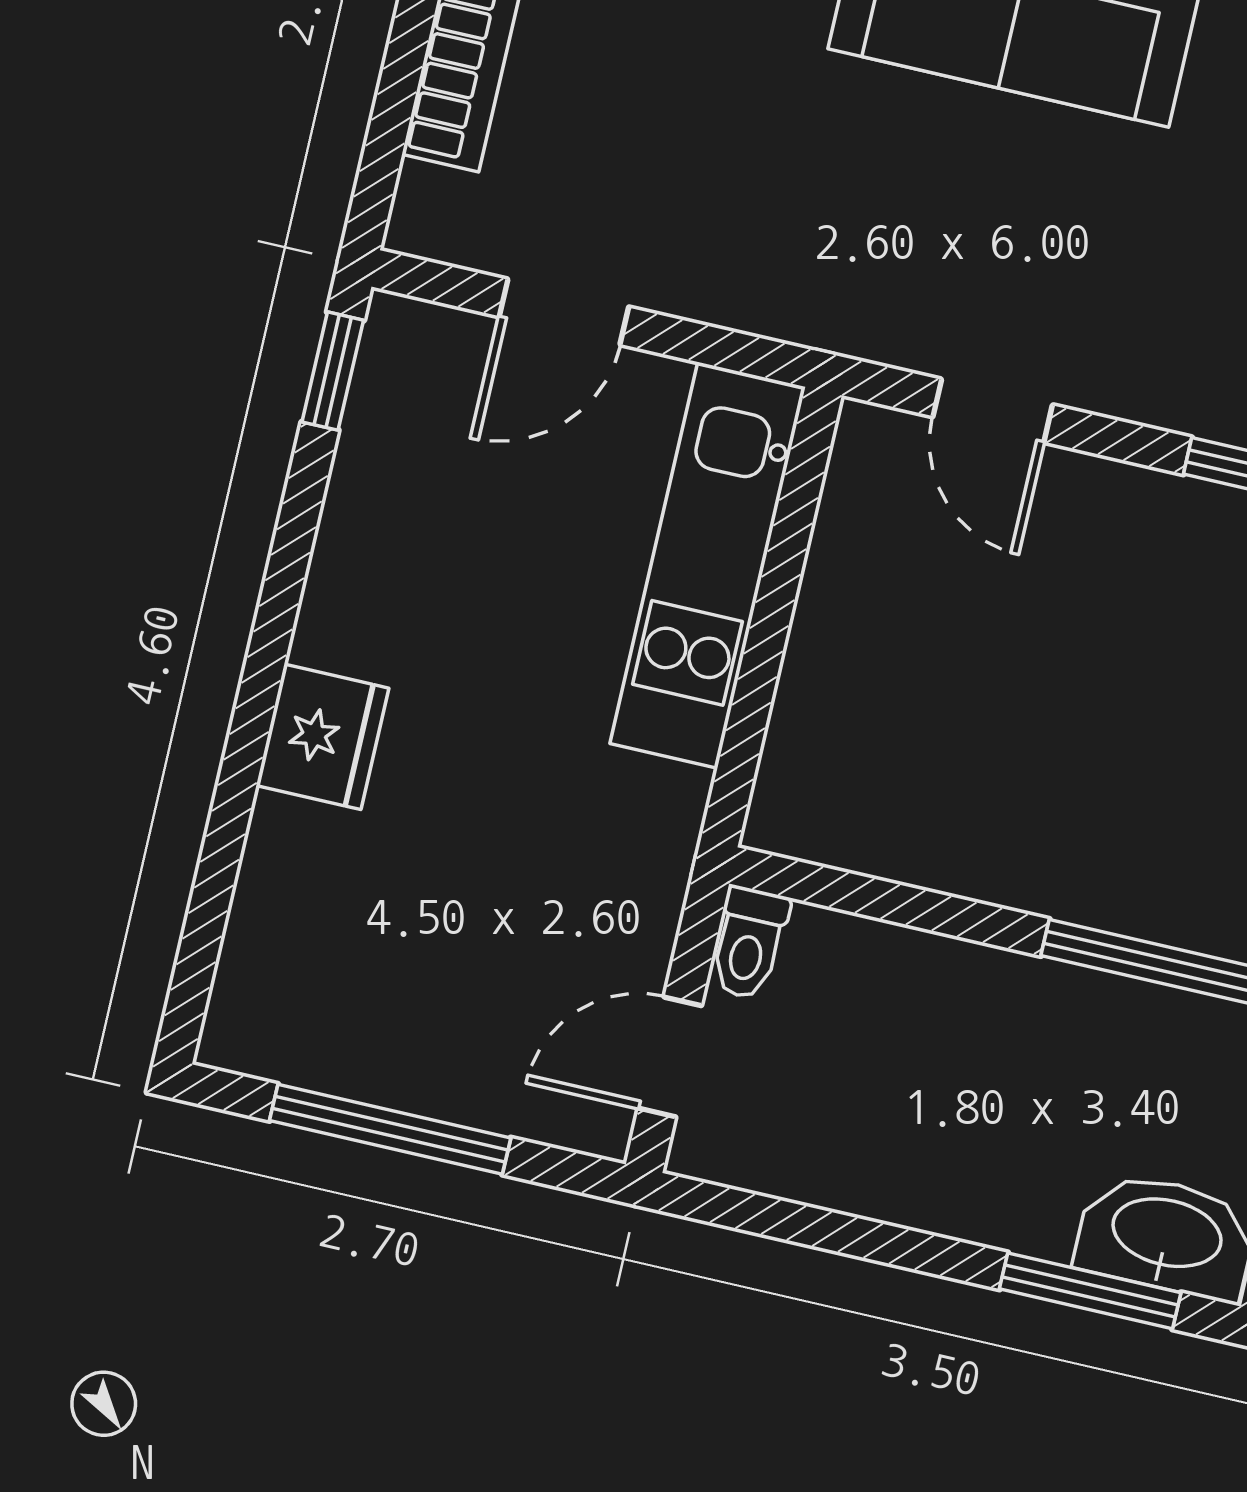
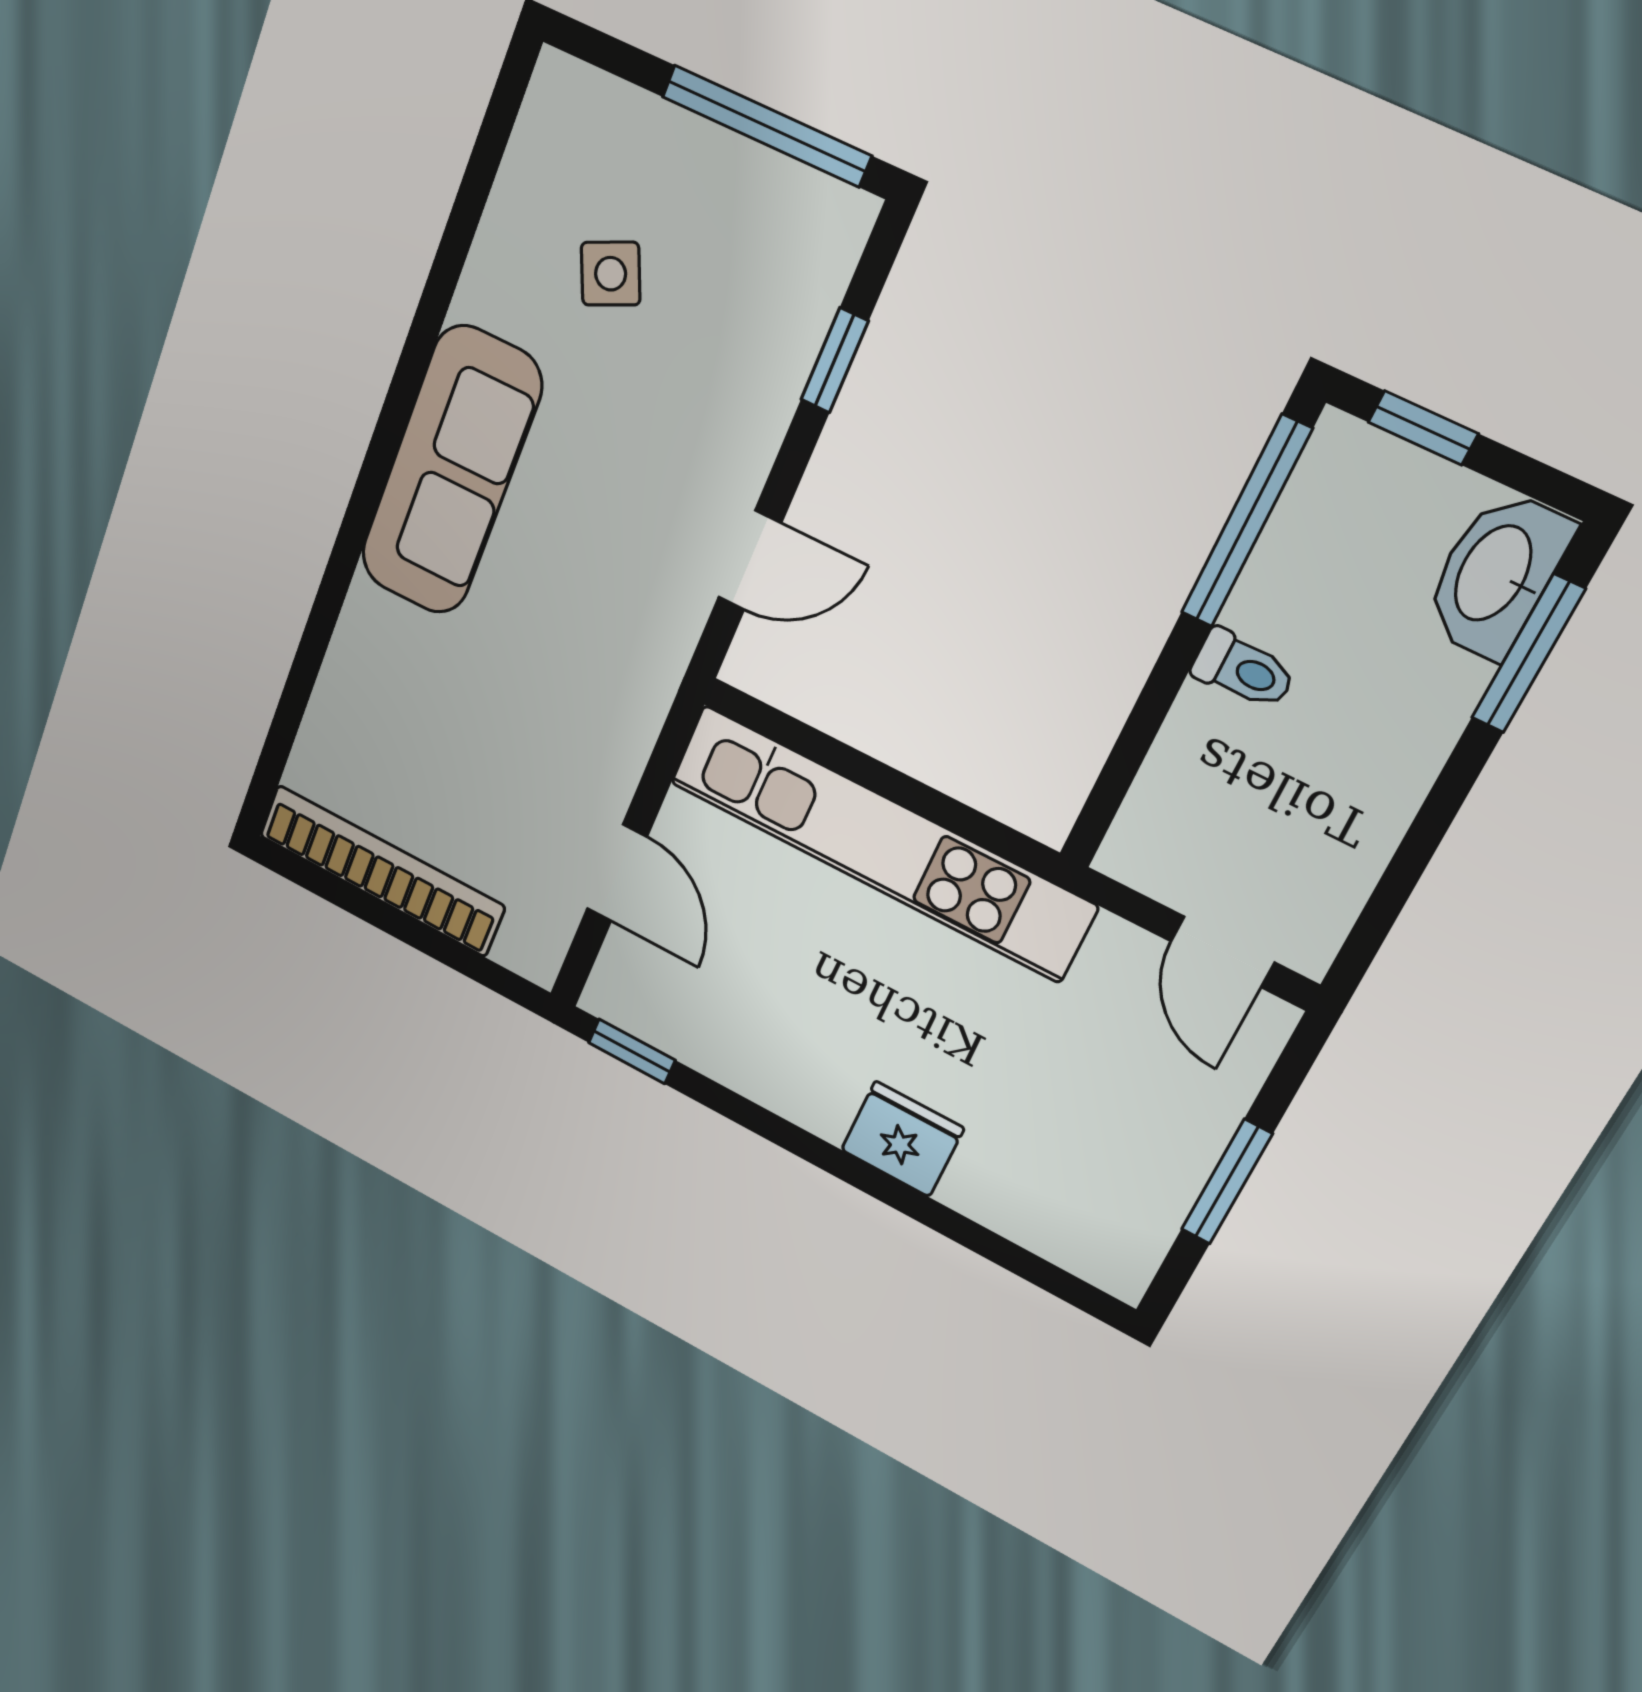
kitchen unit: (708, 565) -> (881, 843), width x1.36
toilet: (749, 943) -> (1243, 670), moved
window: (390, 1129) -> (1227, 1182), width x0.69

